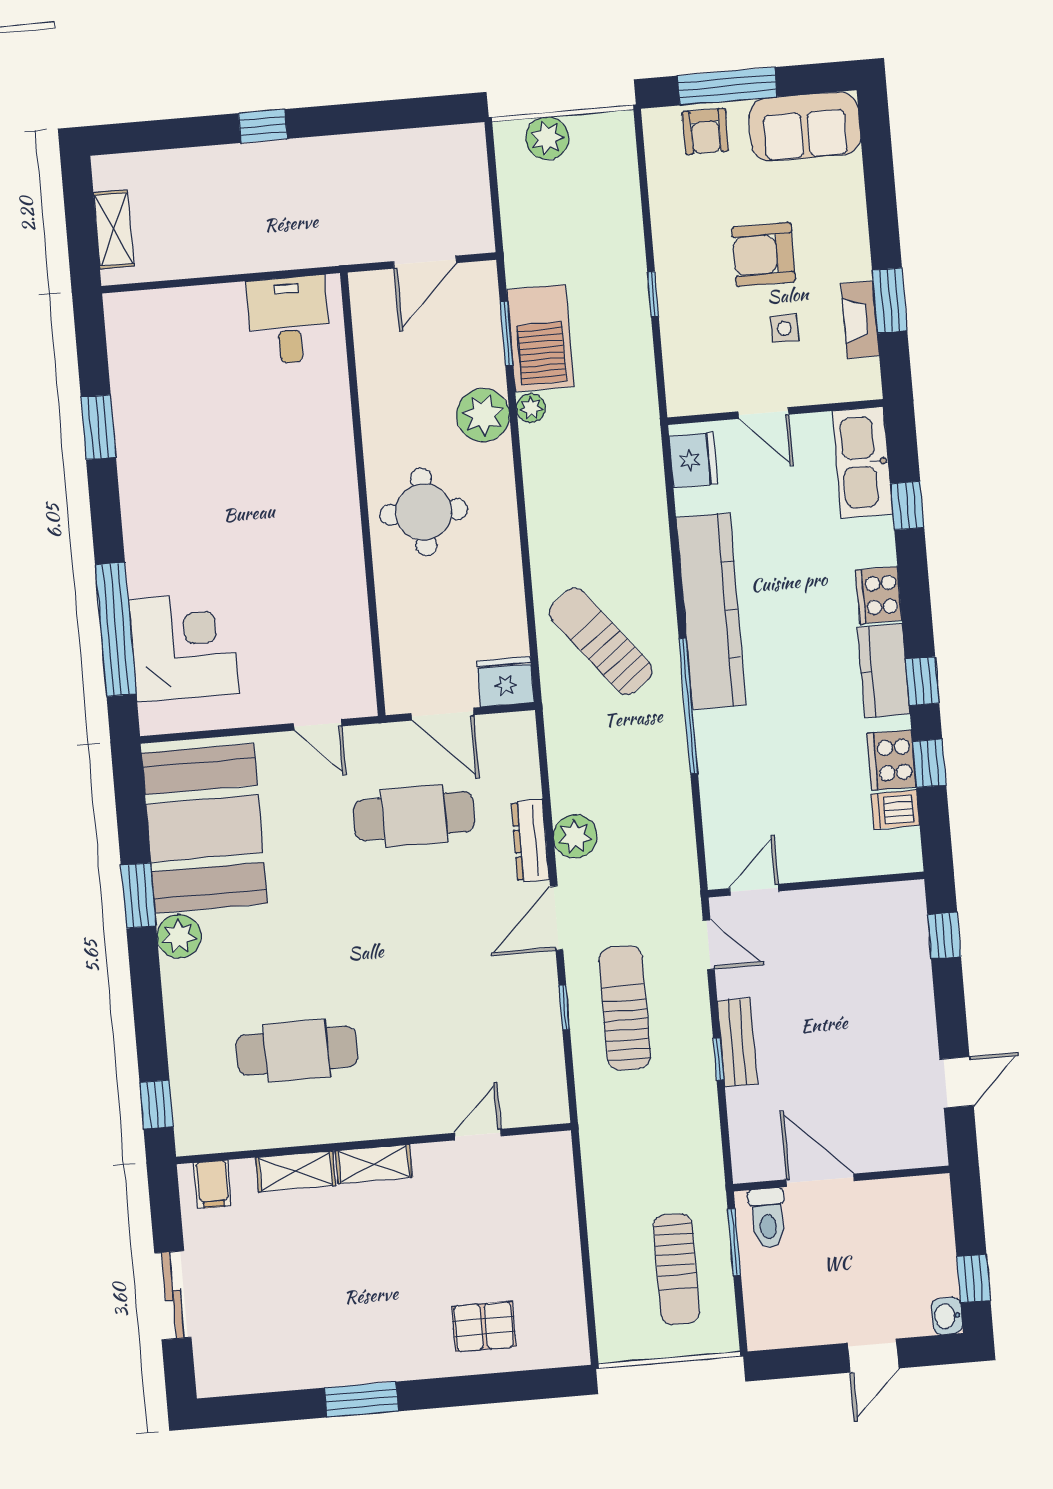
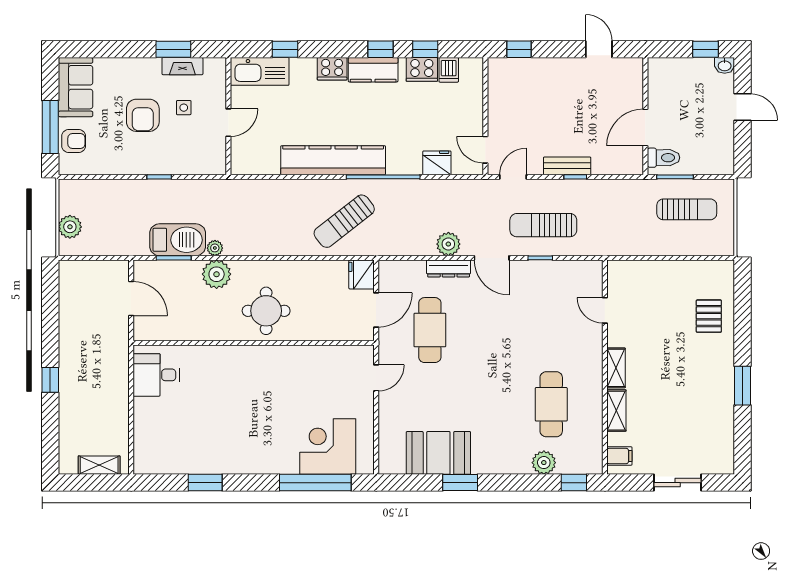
fridge: (693, 460) -> (437, 163), moved
booth: (204, 828) -> (438, 453), width x0.73, depth x0.70
plant: (179, 936) -> (544, 463), moved

